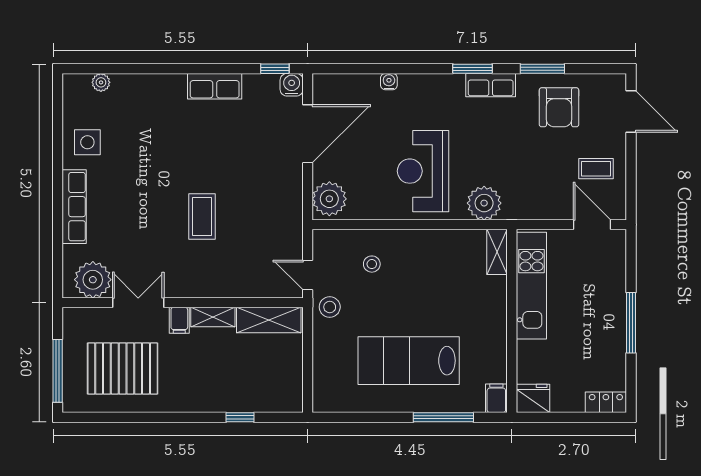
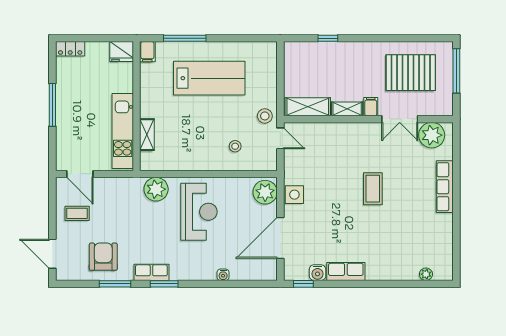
water cooler: (292, 85) -> (318, 273), moved
side table: (87, 142) -> (294, 195), moved
coffee table: (202, 217) -> (373, 189), moved
shelving: (497, 252) -> (147, 135), moved

